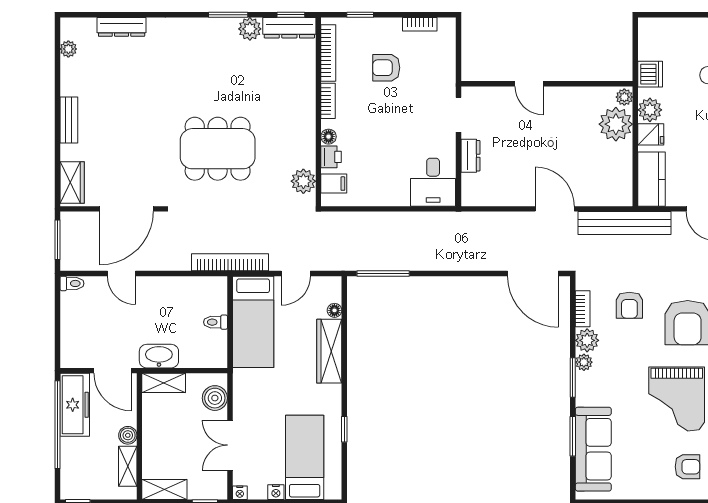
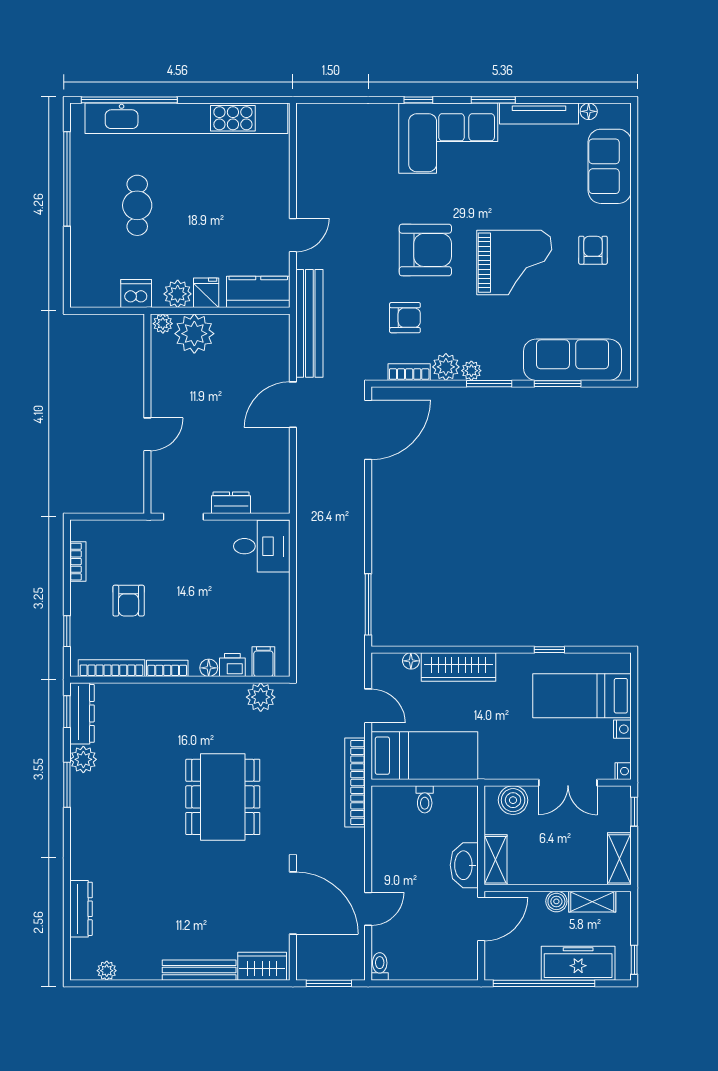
bench: (69, 120) -> (199, 970), width x1.36
freezer: (75, 405) -> (578, 963), moved

